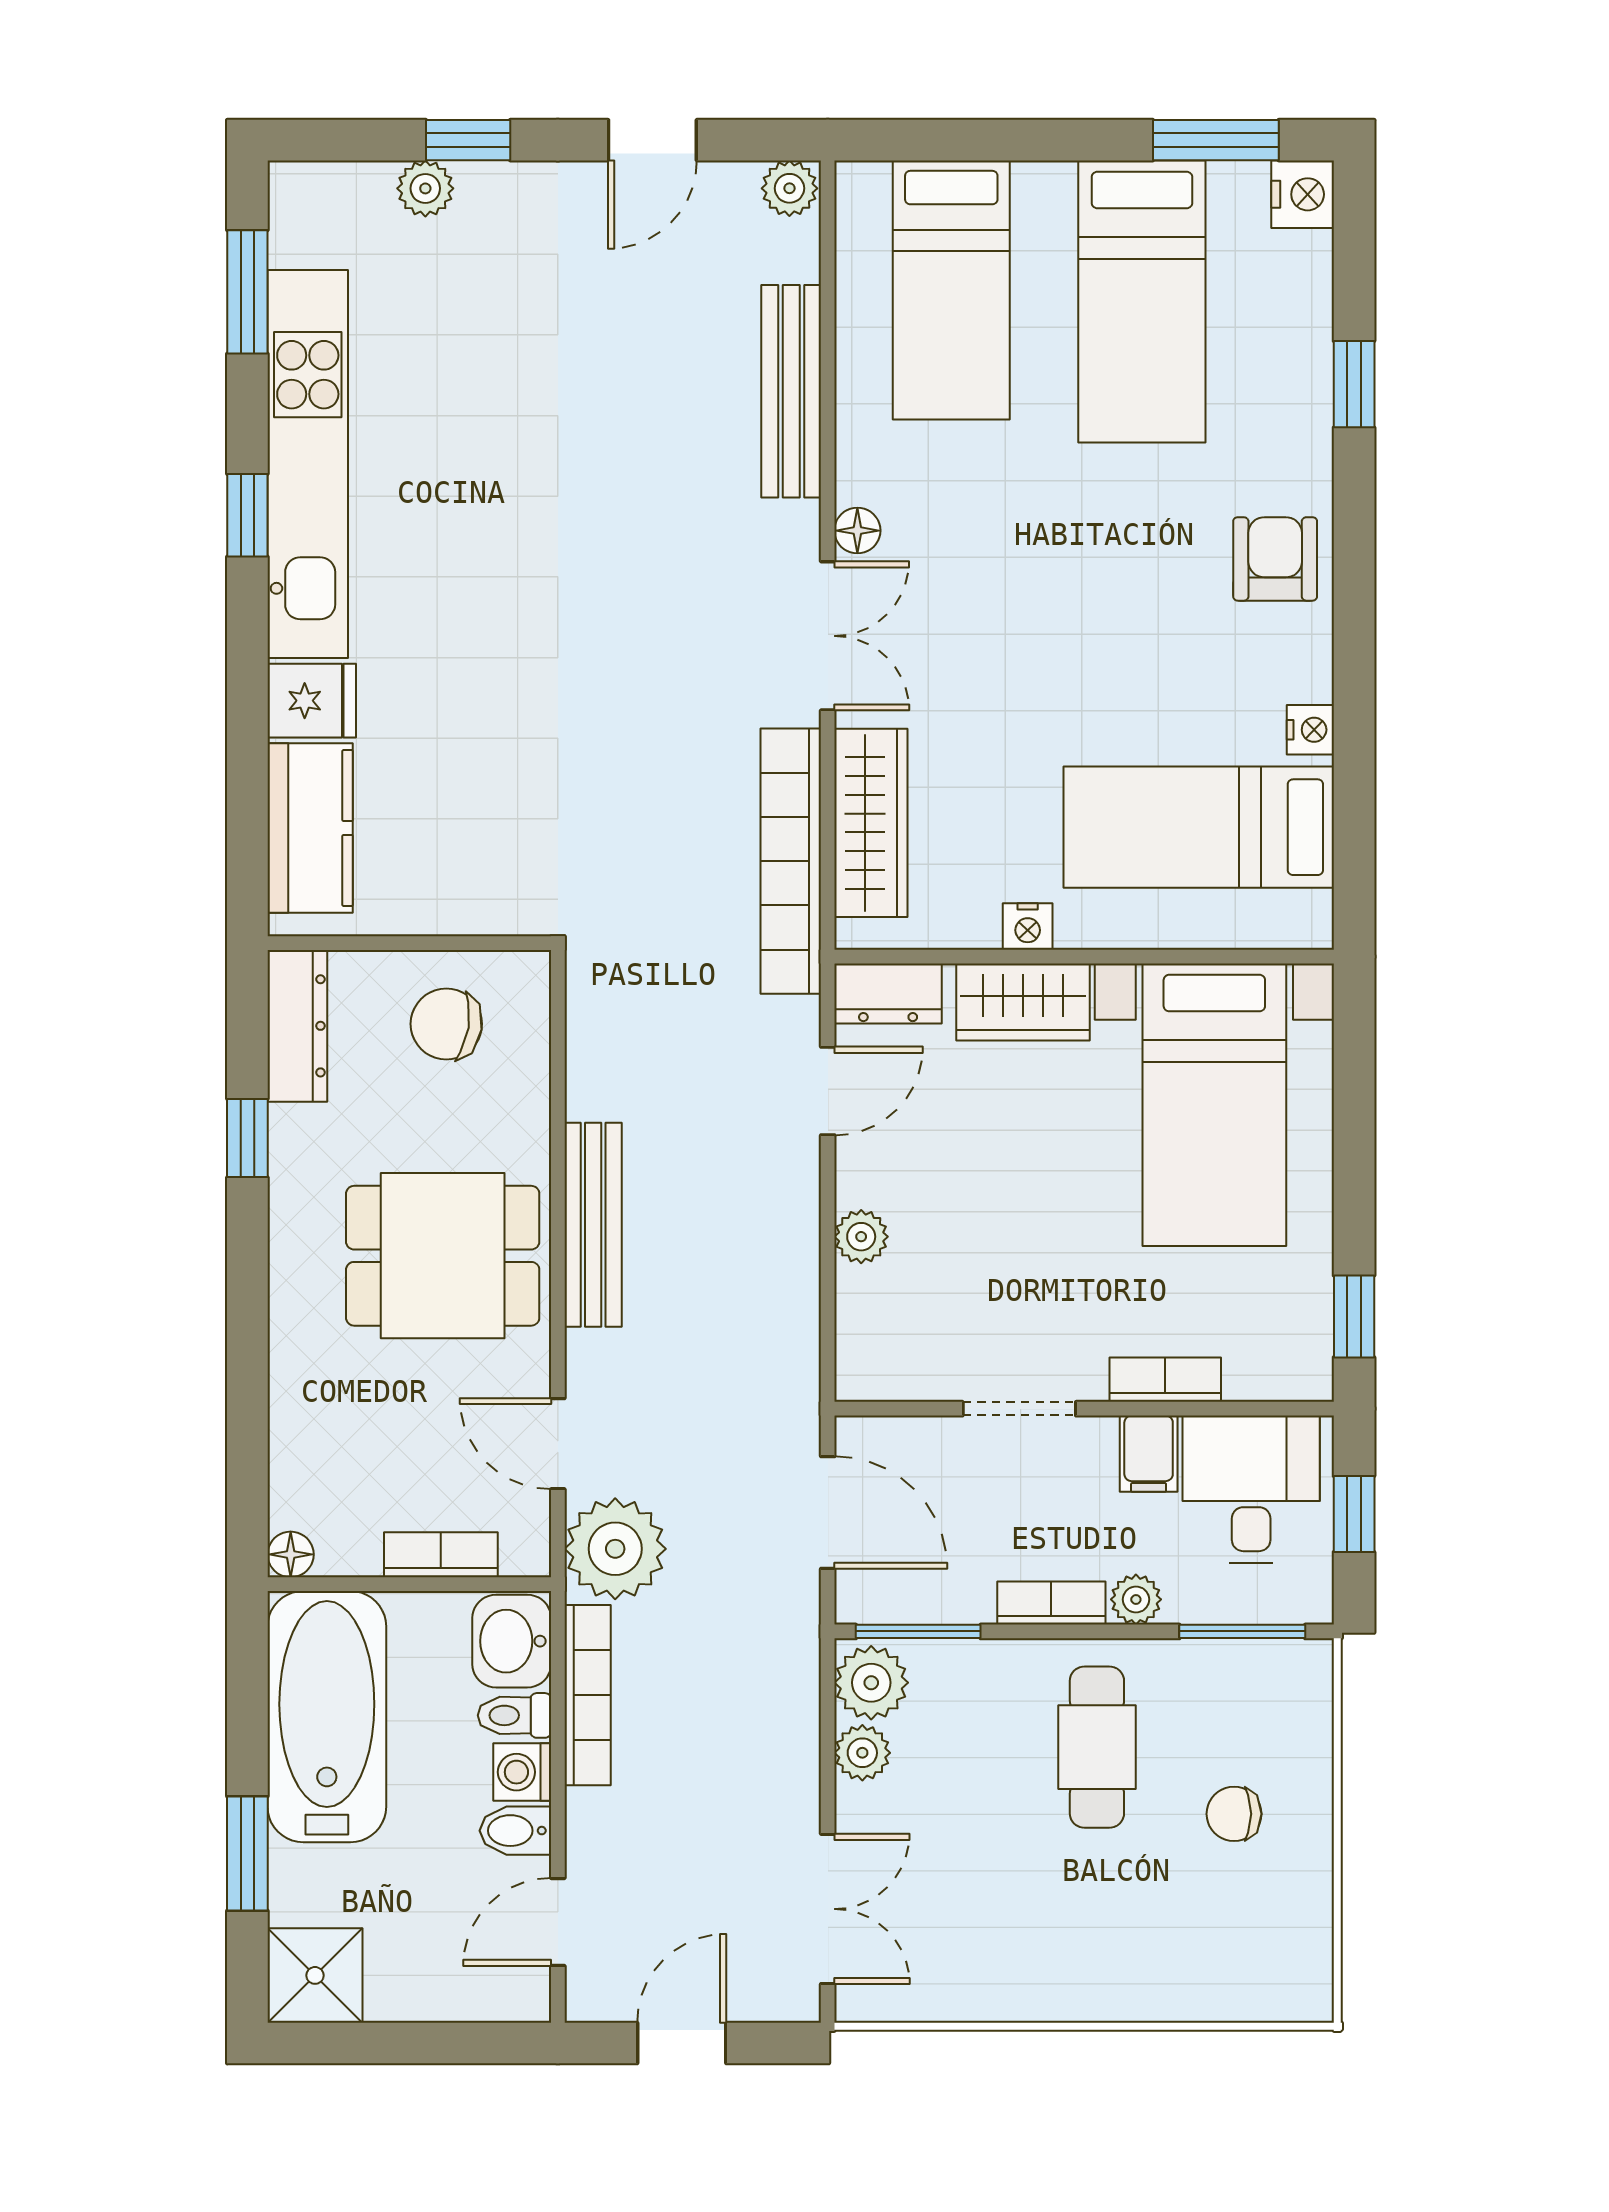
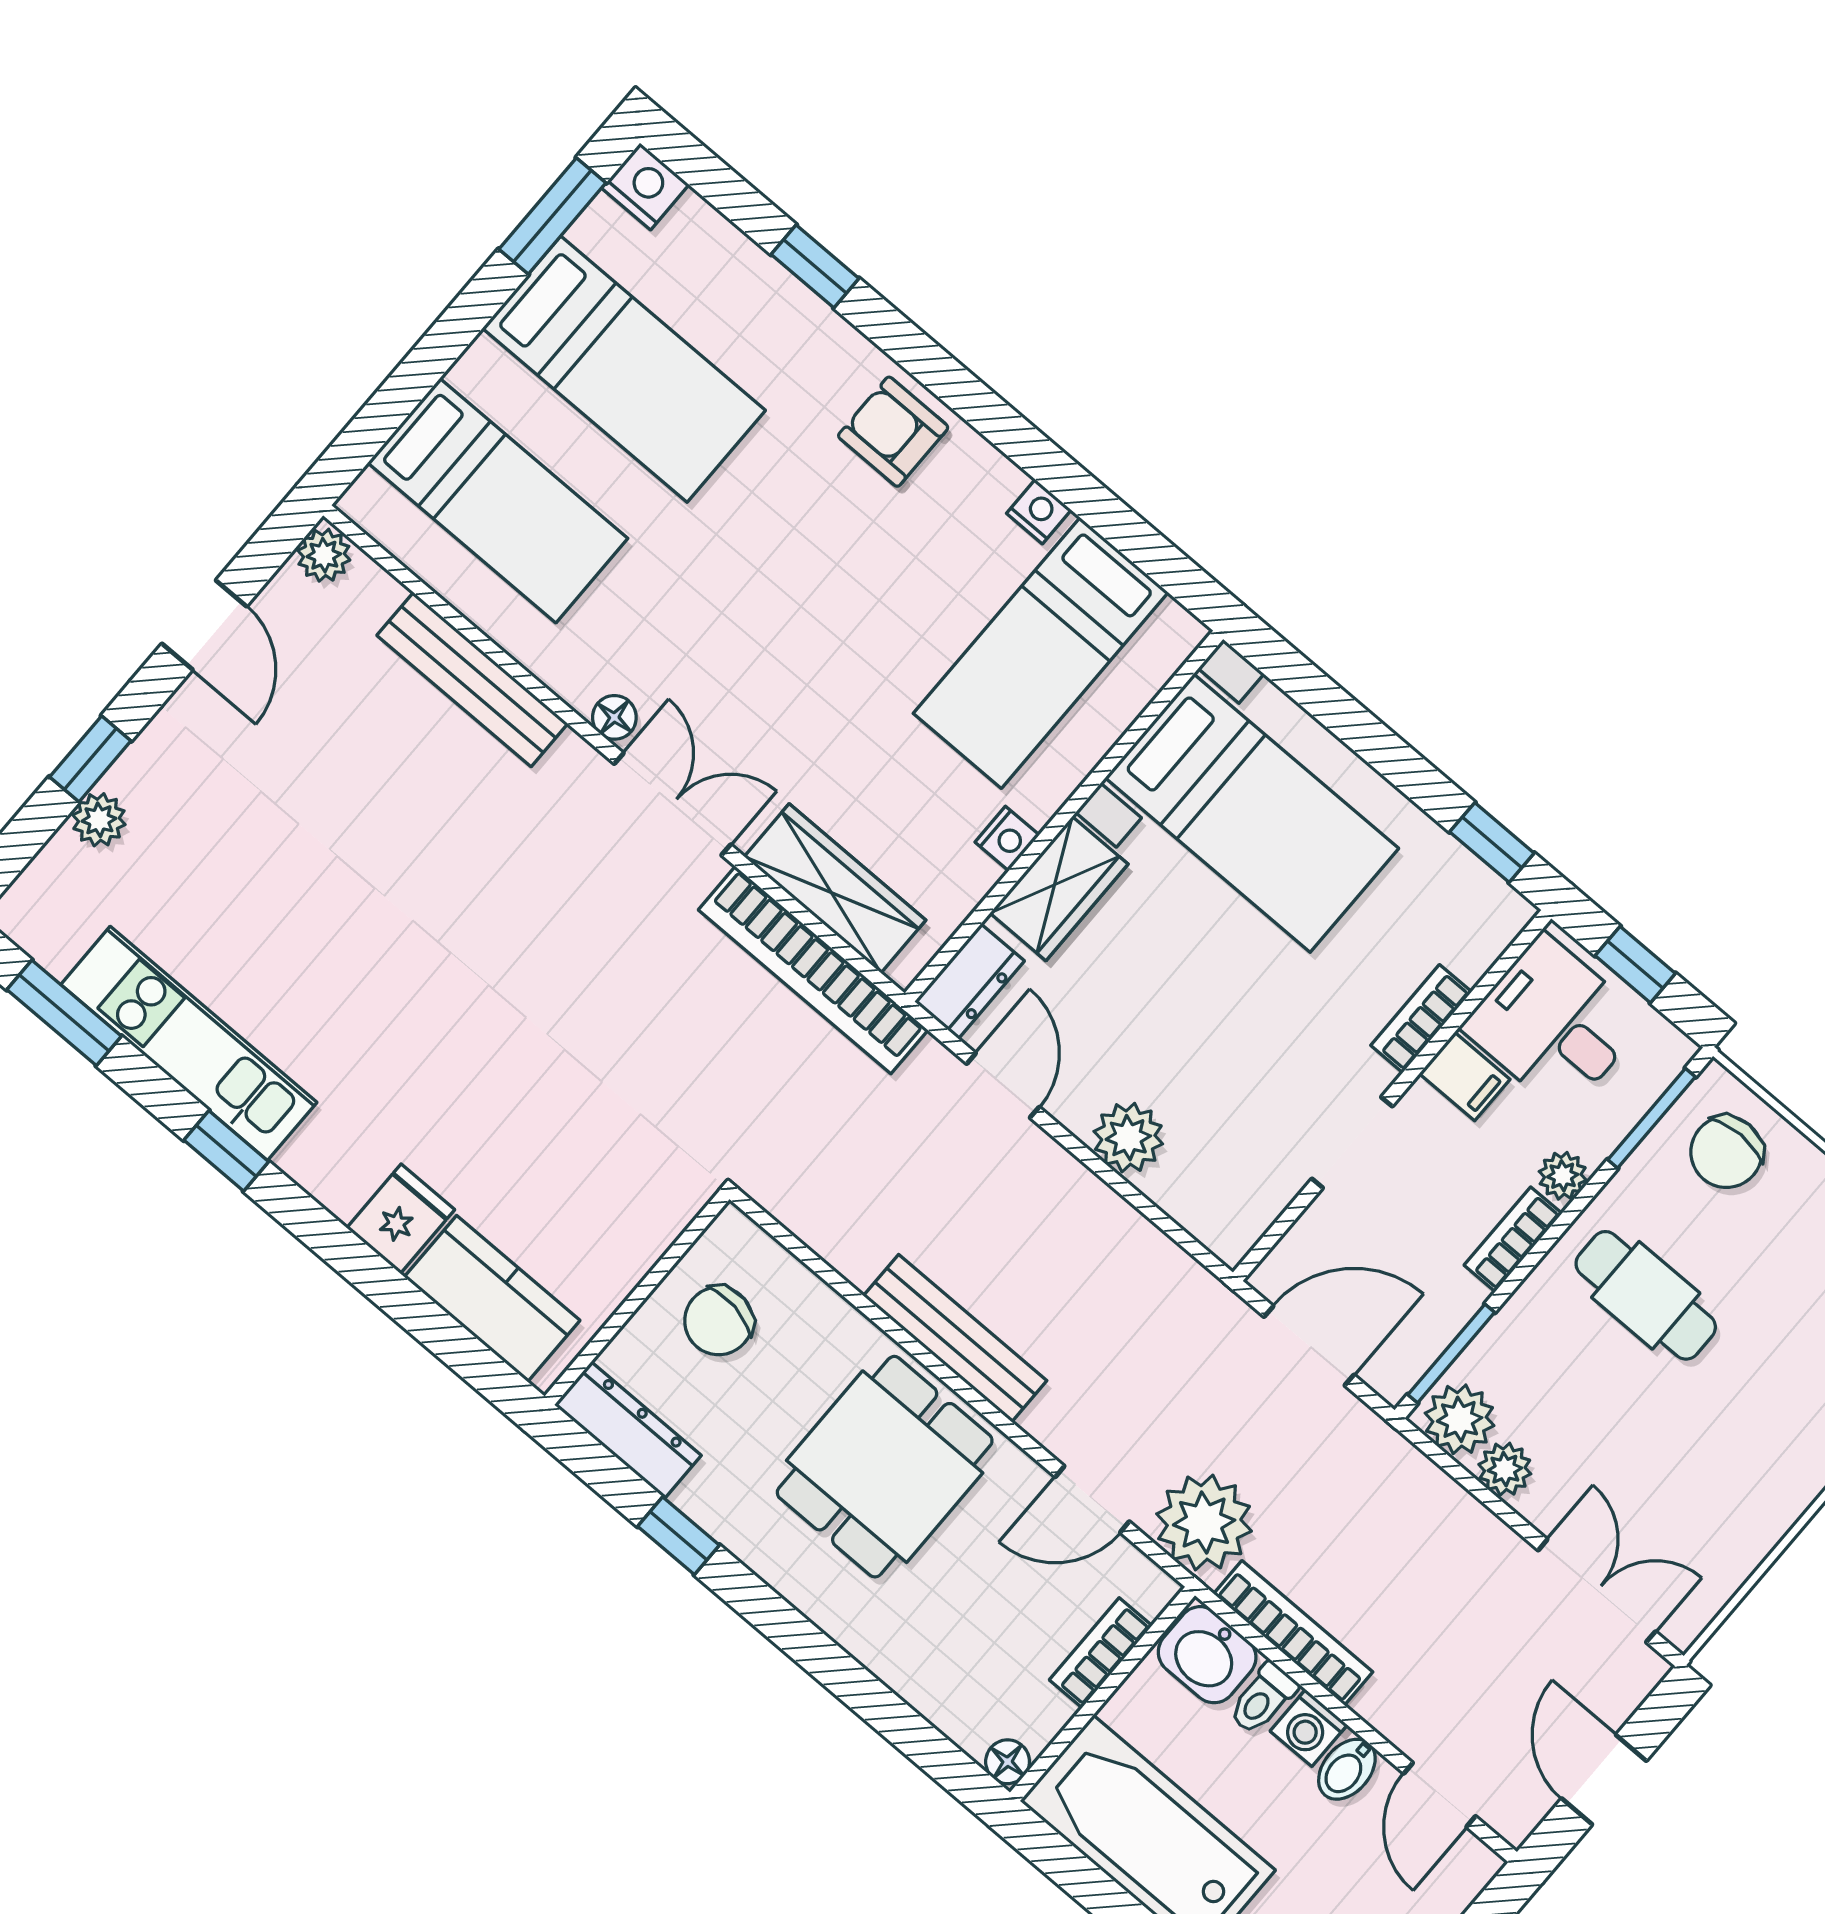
kitchen unit: (308, 464) -> (189, 1043), width x0.73
plant: (861, 1237) -> (1128, 1138), width x1.38, depth x1.38
chair: (1234, 1814) -> (1726, 1152), moved, width x1.37, depth x1.37

